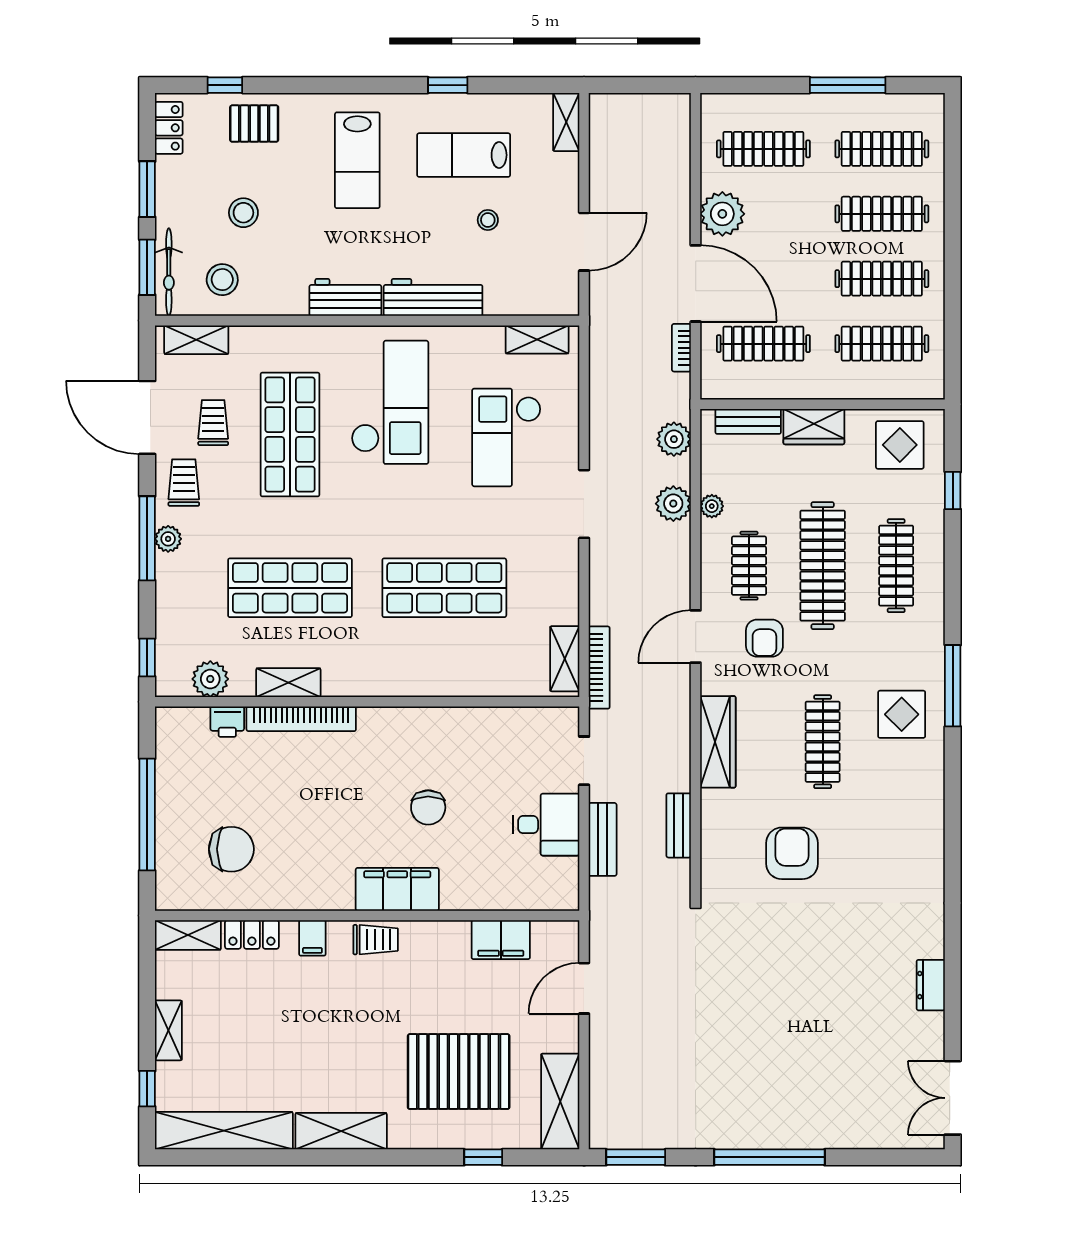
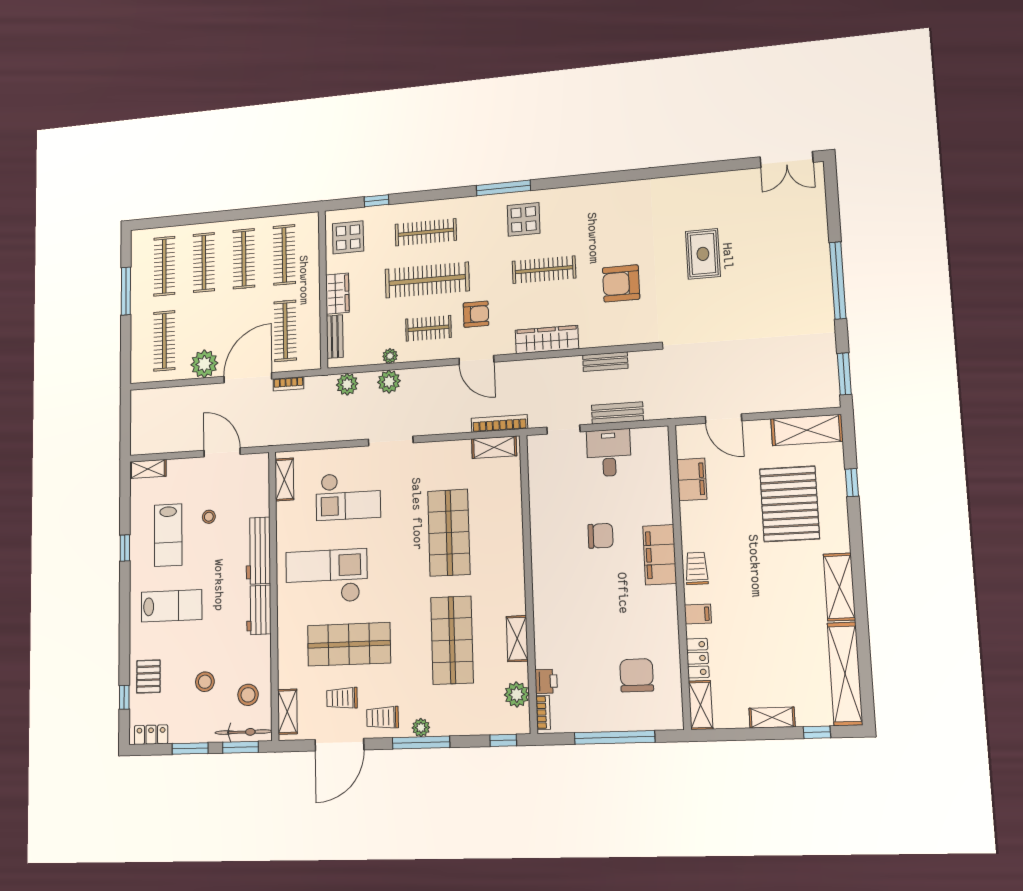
bookcase: (301, 719) -> (543, 712), moved, width x0.43, depth x0.76
rug: (825, 972) -> (703, 254), added
dresser: (931, 985) -> (708, 182), removed

